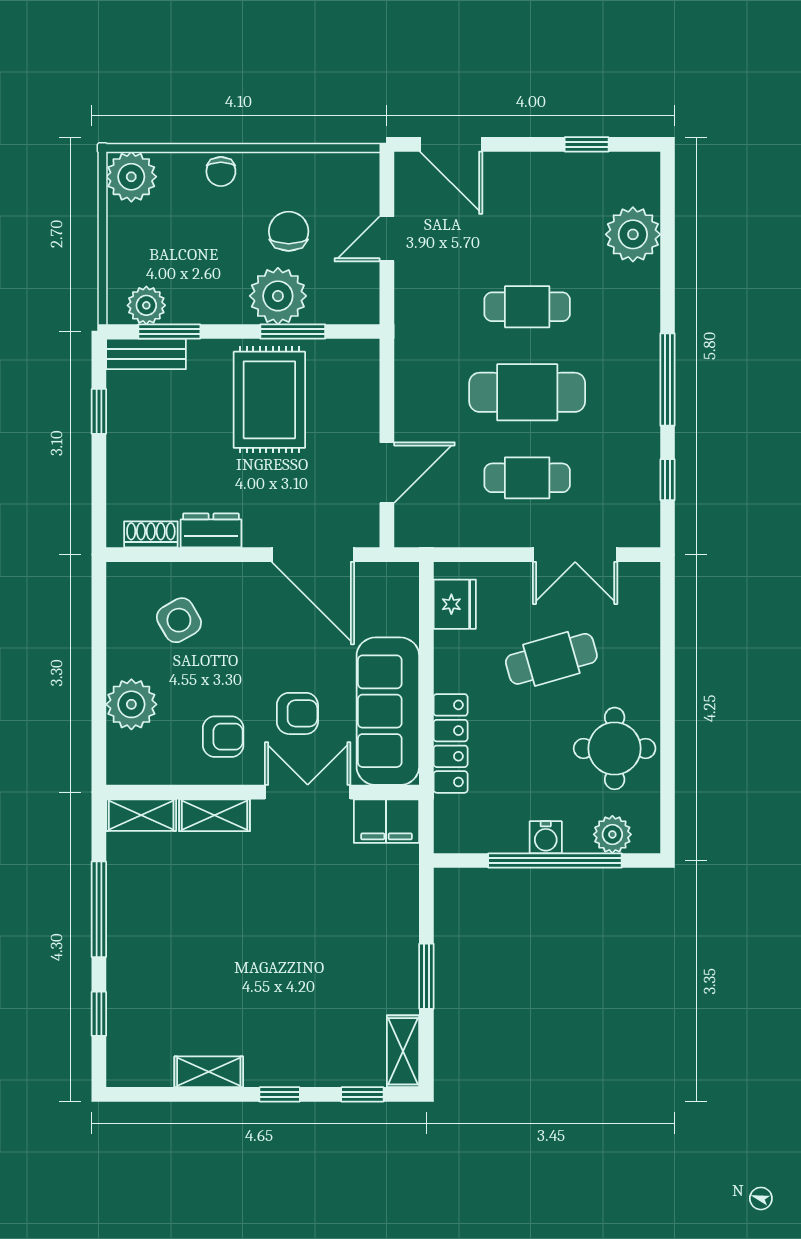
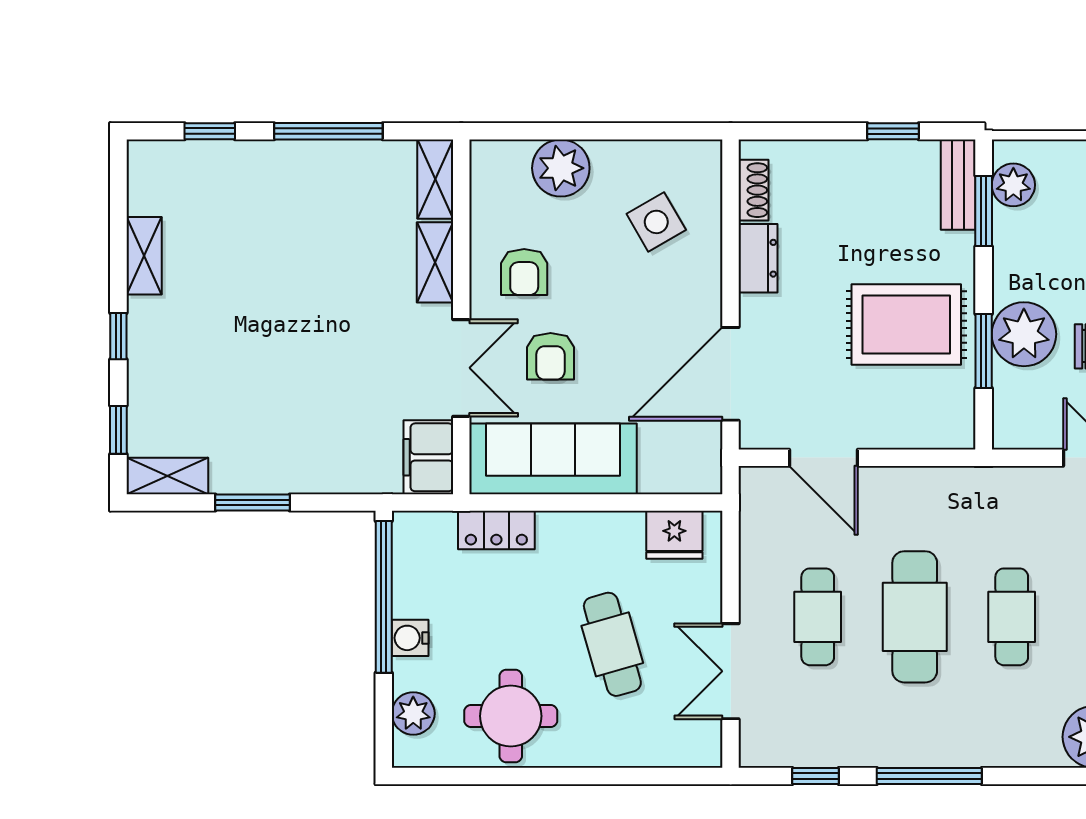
locker: (451, 743) -> (496, 530), width x0.66
window: (555, 861) -> (384, 597), moved

